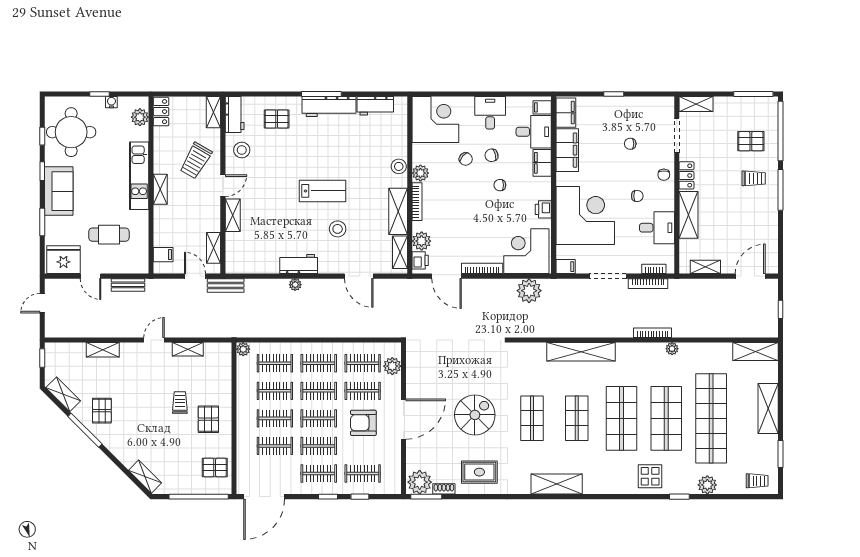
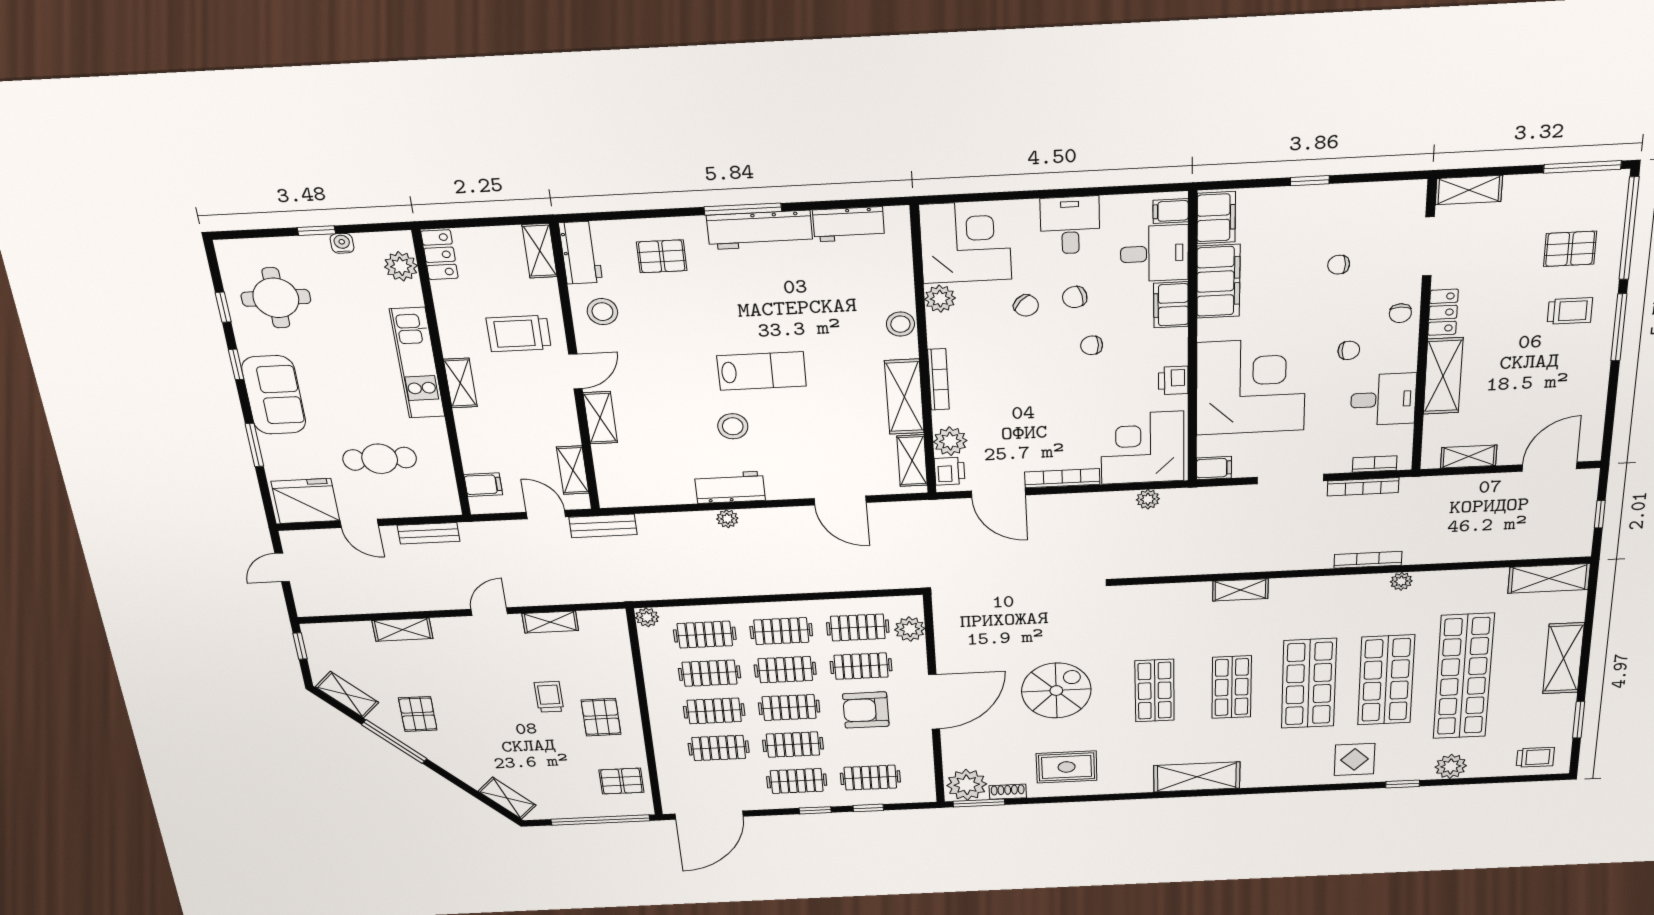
round table: (71, 132) -> (276, 298), width x0.73, depth x0.73
trolley: (196, 161) -> (519, 333), turned 60
plant: (420, 173) -> (940, 299), moved
stool: (338, 229) -> (733, 426), moved
plant: (529, 291) -> (1148, 499), width x0.53, depth x0.53
shelving: (581, 352) -> (1240, 590), width x0.45, depth x0.75

